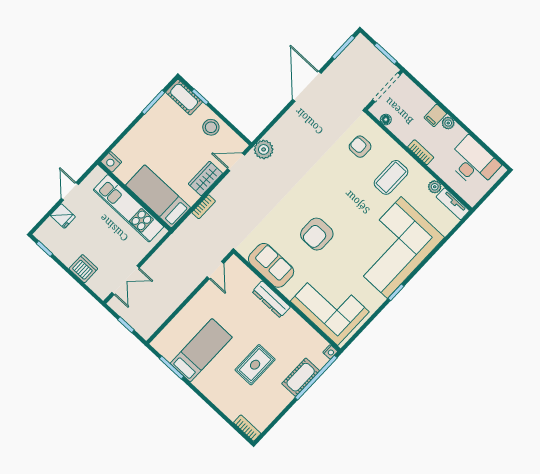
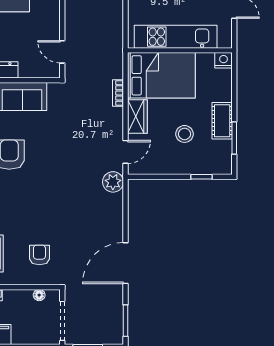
door: (307, 86) -> (125, 263), swing flipped
cot: (184, 97) -> (222, 121), moved, turned 90
stool: (211, 127) -> (185, 134), moved
armchair: (360, 147) -> (39, 255), turned -90
bed: (158, 196) -> (161, 75), width x1.50

